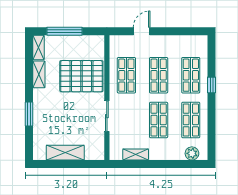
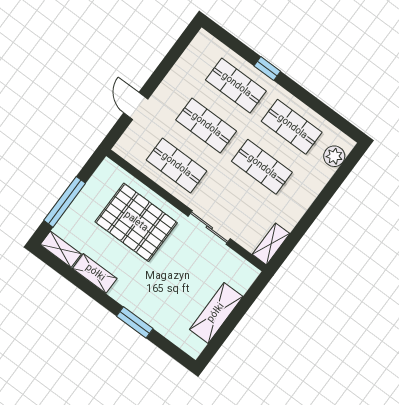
pallet: (81, 76) -> (136, 222), turned 90
shelving: (136, 154) -> (271, 244), moved

